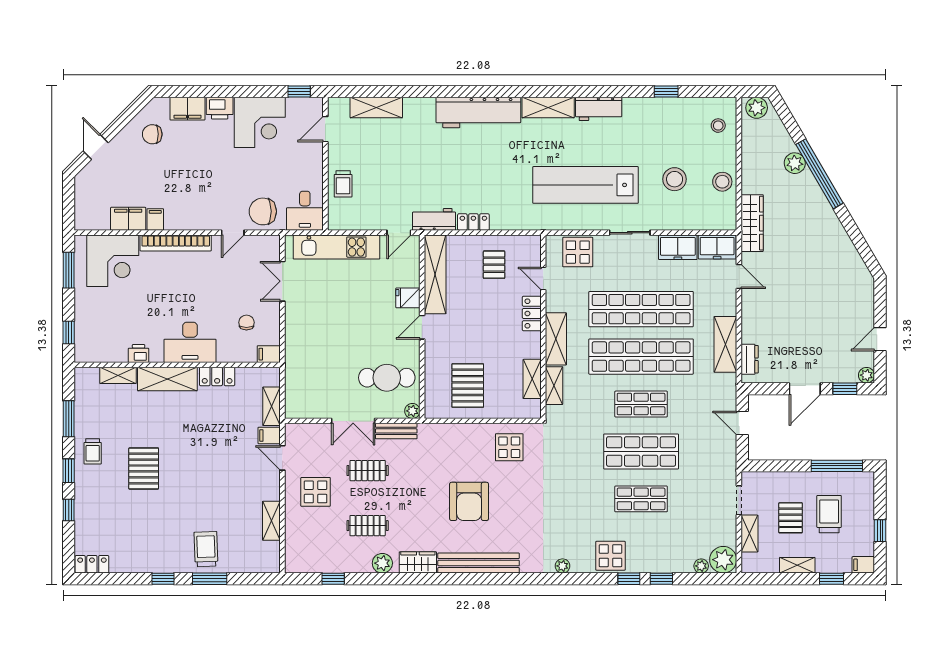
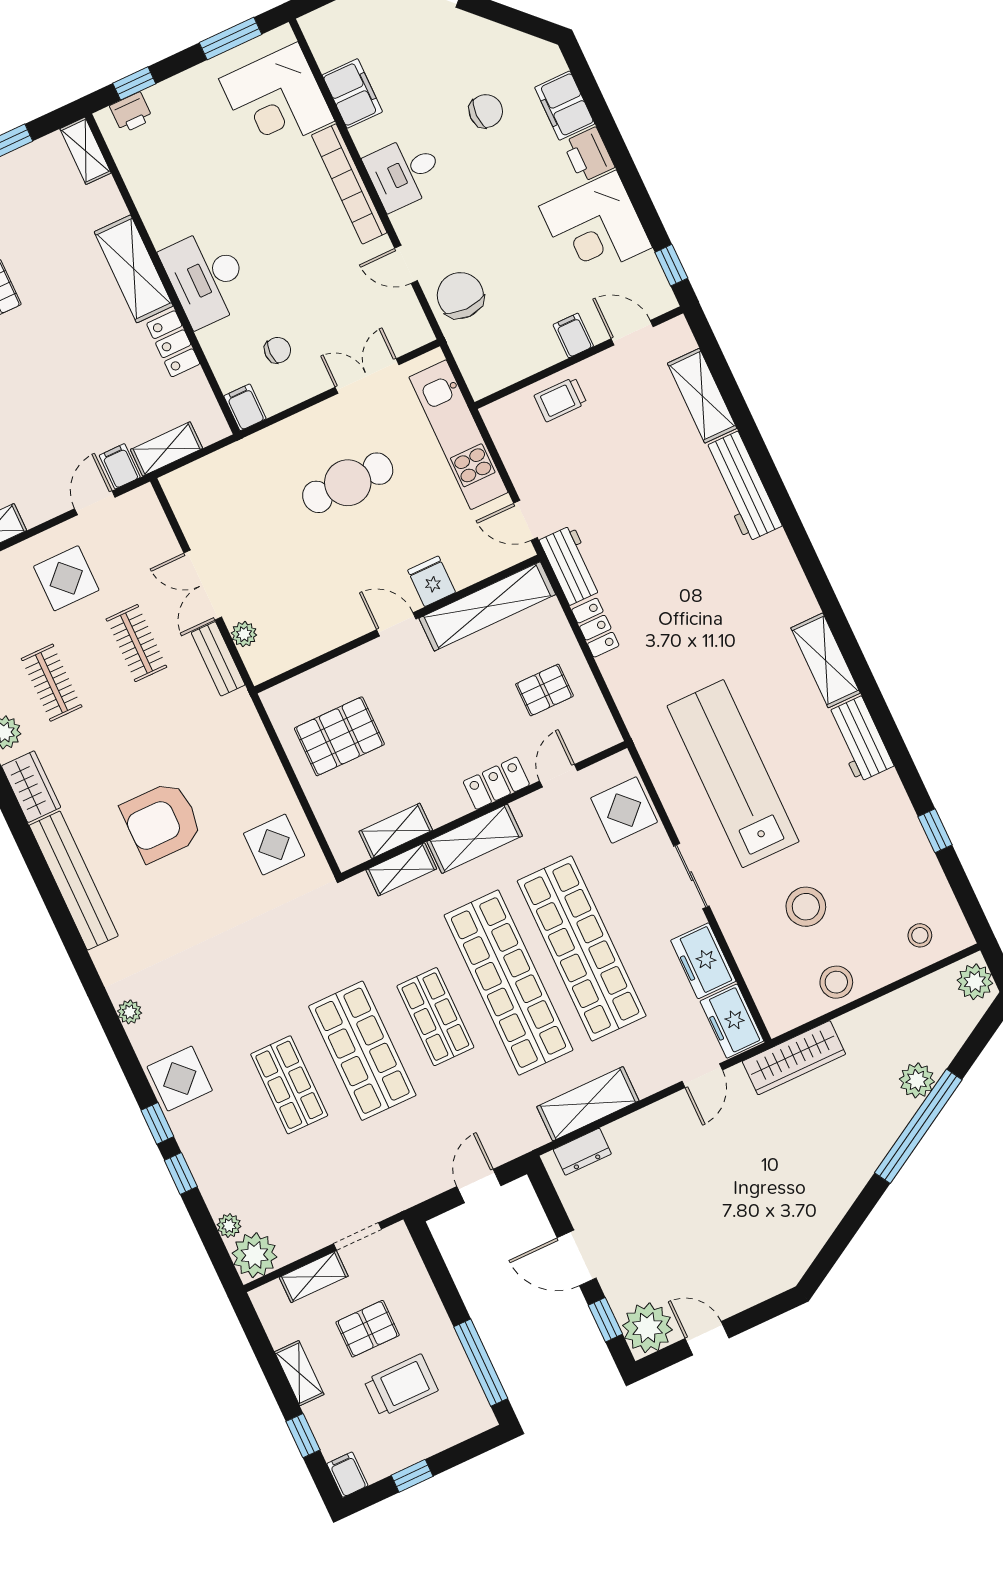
workbench: (478, 112) -> (742, 487), moved, width x0.73, depth x0.76
chair: (152, 134) -> (486, 111), moved, turned 90
desk: (305, 211) -> (404, 172), moved
filing cabinet: (155, 219) -> (573, 335), moved, turned -90
printer: (139, 354) -> (131, 113), moved, turned 90
shelving: (118, 375) -> (85, 151), moved
plant: (867, 375) -> (647, 1328), width x1.88, depth x1.88
cafe table: (387, 378) -> (348, 483), moved, turned 90
plant: (412, 411) -> (244, 634), moved

